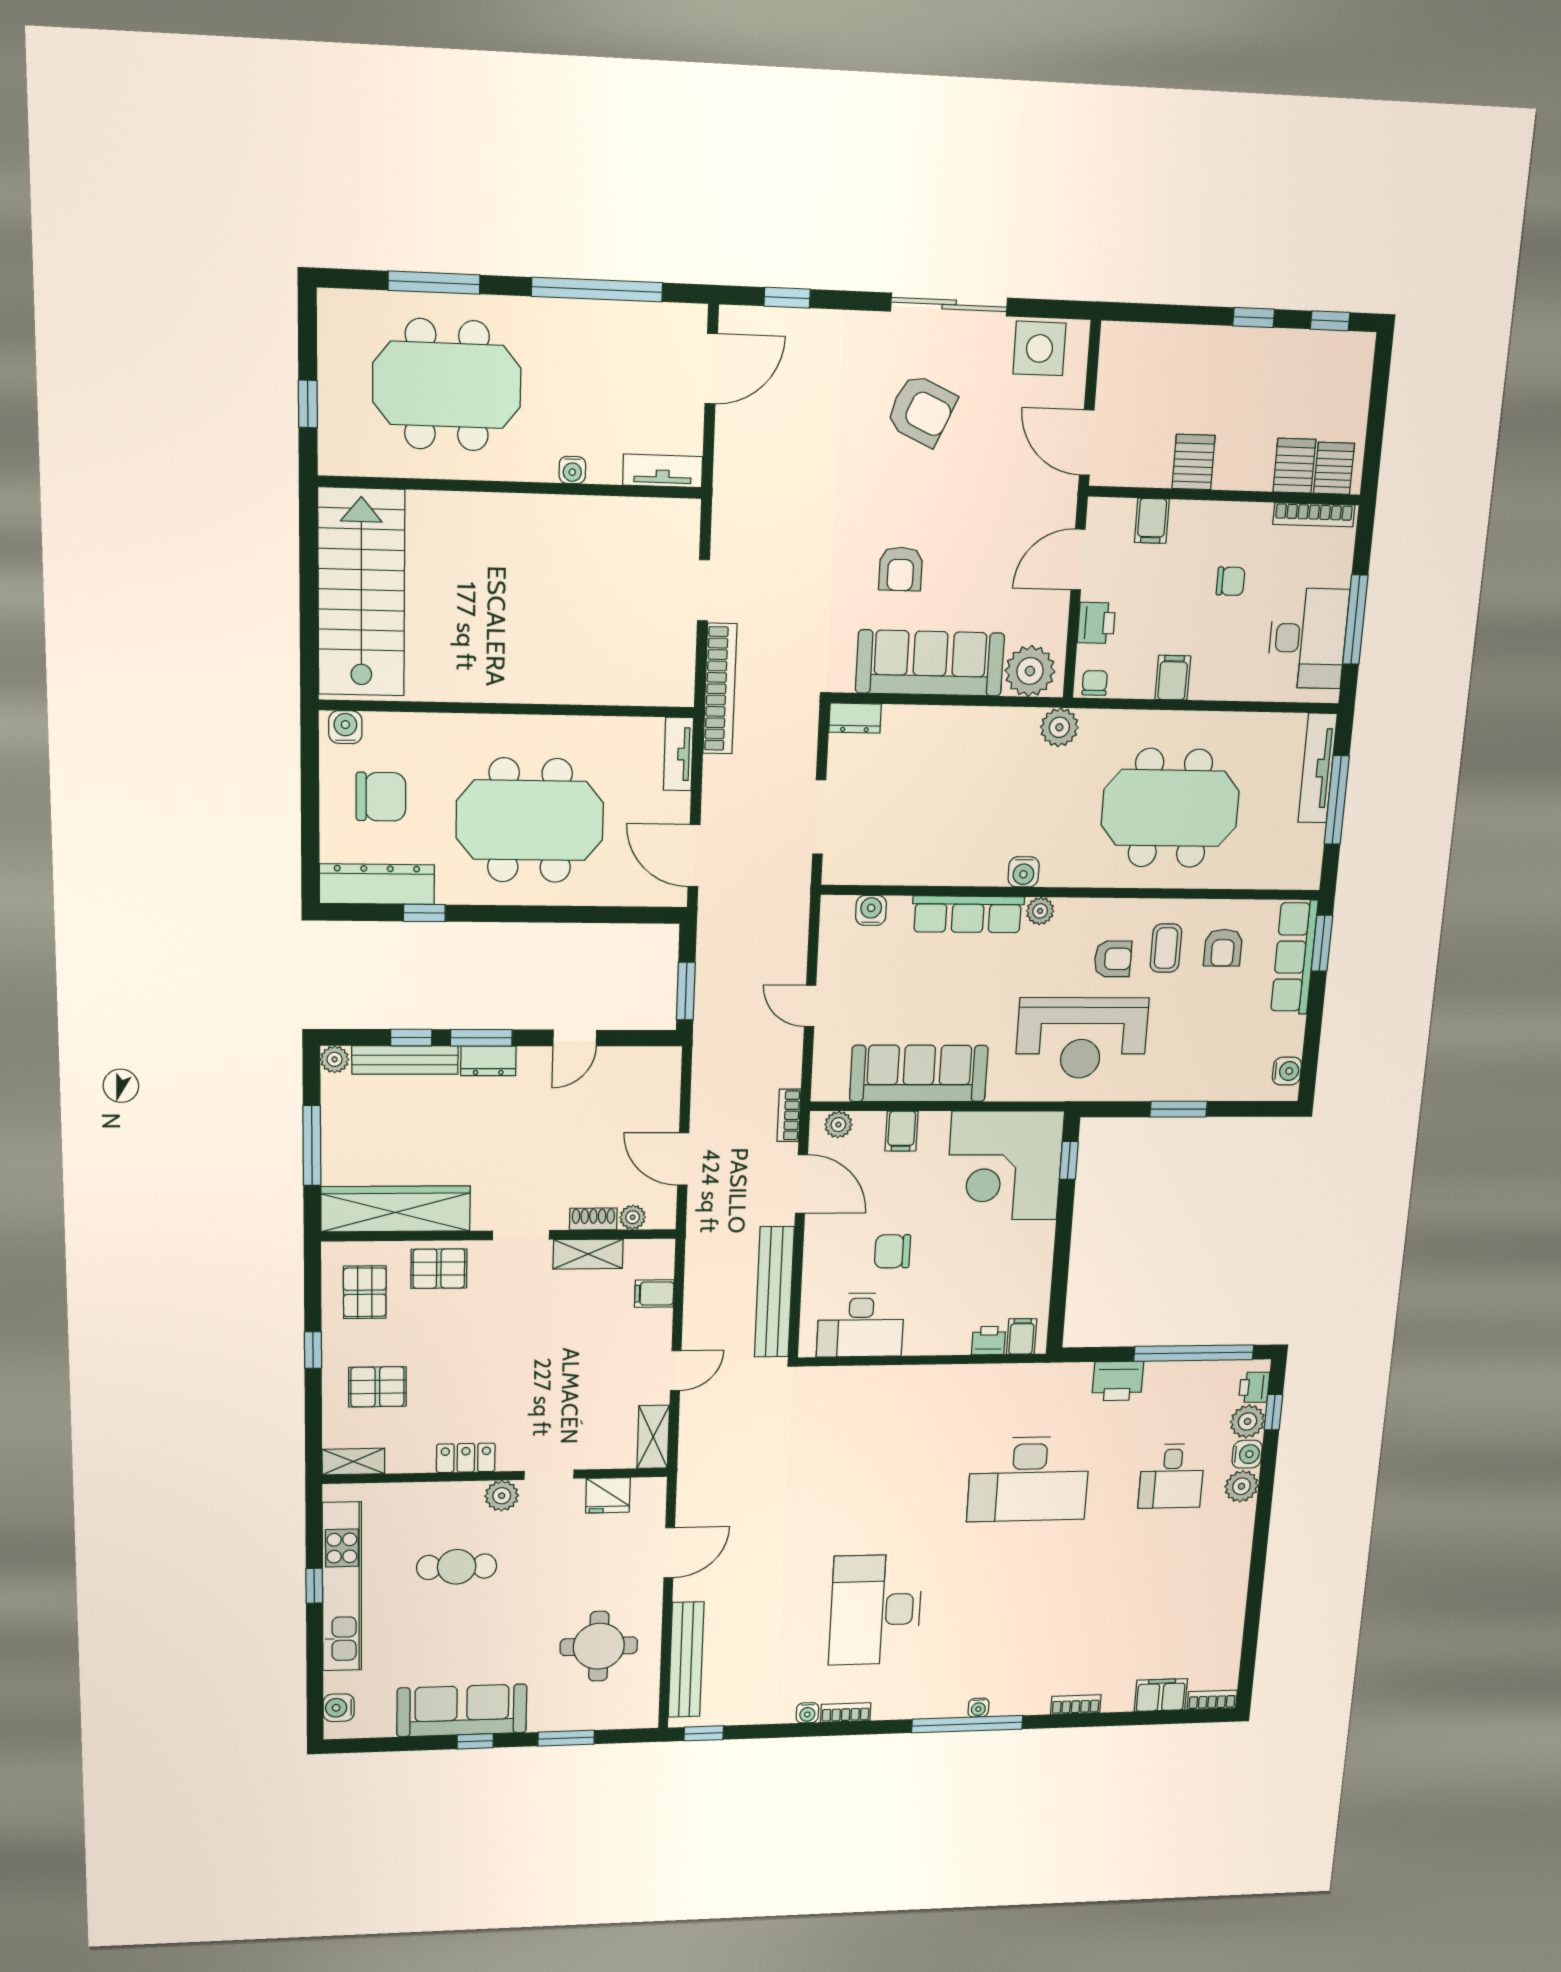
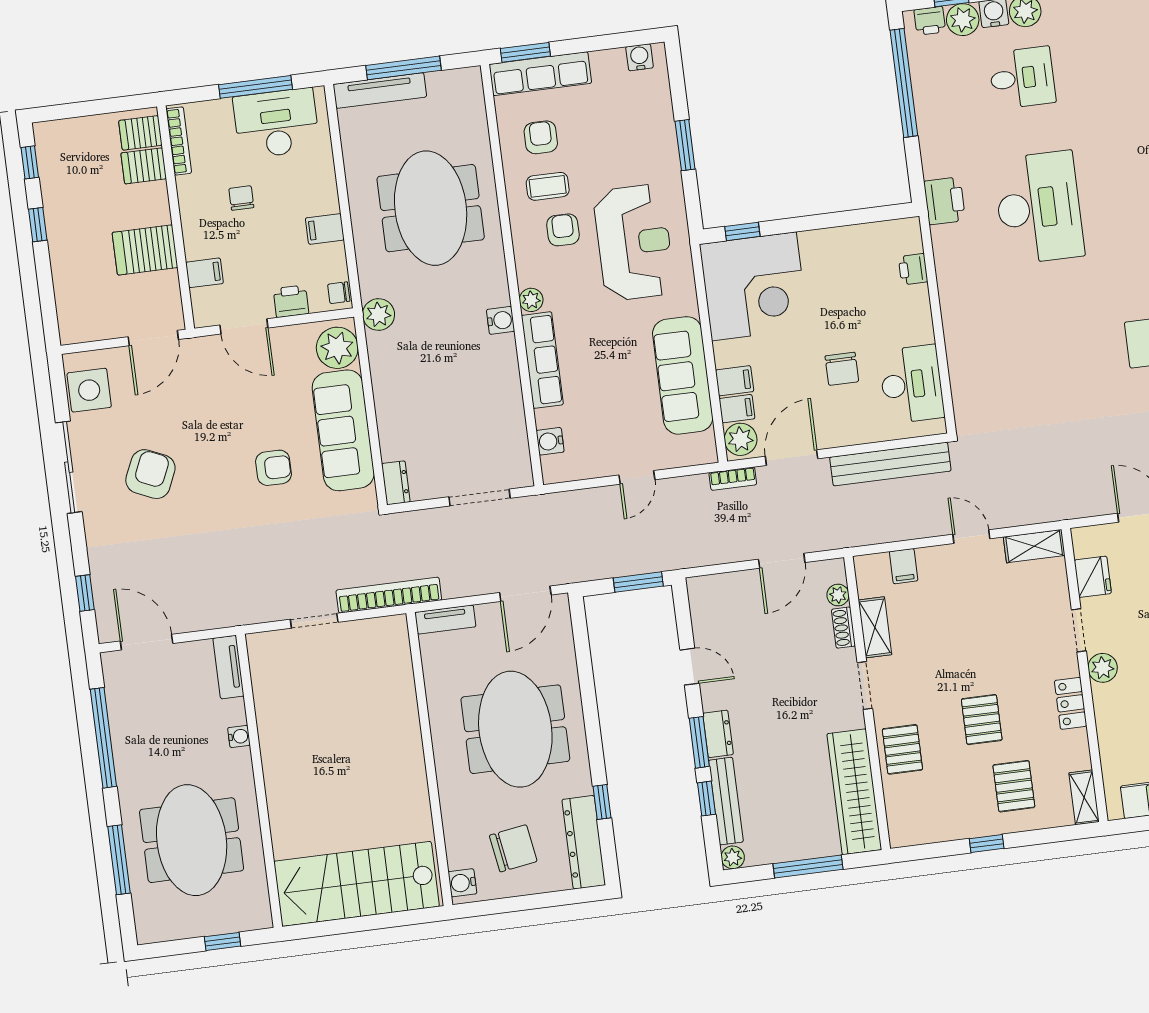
server rack: (1194, 462) -> (145, 250), width x1.36, depth x1.44
chair: (381, 797) -> (513, 848), turned 81
armchair: (1223, 948) -> (541, 137), turned -90
plant: (838, 1125) -> (741, 439), width x1.38, depth x1.38
pallet: (365, 1292) -> (982, 720), moved, turned 90
filing cabinet: (1022, 1336) -> (737, 409), moved, turned 180
printer: (1118, 1381) -> (945, 201), moved

